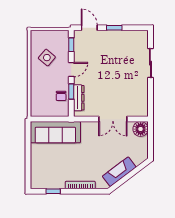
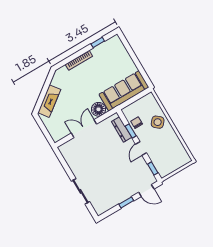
side table: (47, 58) -> (158, 122), moved
floor lamp: (141, 129) -> (98, 109), moved
fireplace: (119, 172) -> (49, 101), moved

